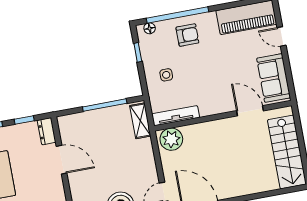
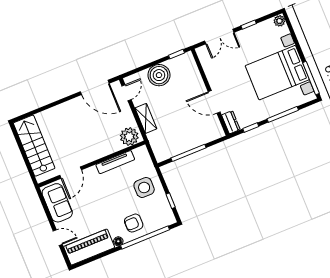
floor lamp: (150, 28) -> (118, 241), moved
side table: (166, 75) -> (144, 187), width x1.87, depth x1.87
door: (250, 111) -> (71, 173), hinge flipped
tv unit: (176, 116) -> (115, 162), moved
shelving: (140, 121) -> (146, 118), moved

